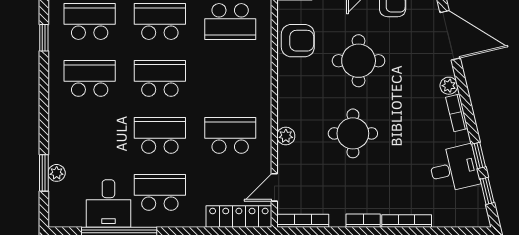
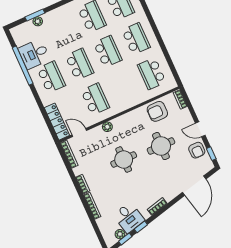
armchair: (298, 41) -> (157, 111), turned 90
plant: (449, 86) -> (120, 234), moved

